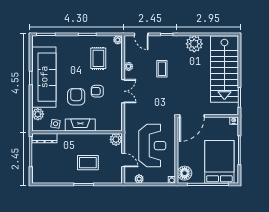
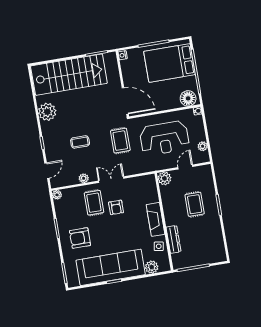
rug: (98, 58) -> (94, 203), moved, turned 90
armchair: (76, 97) -> (80, 238), moved
rug: (157, 105) -> (120, 141), added
dresser: (45, 138) -> (173, 239), moved
reception desk: (152, 146) -> (164, 138), turned 180

